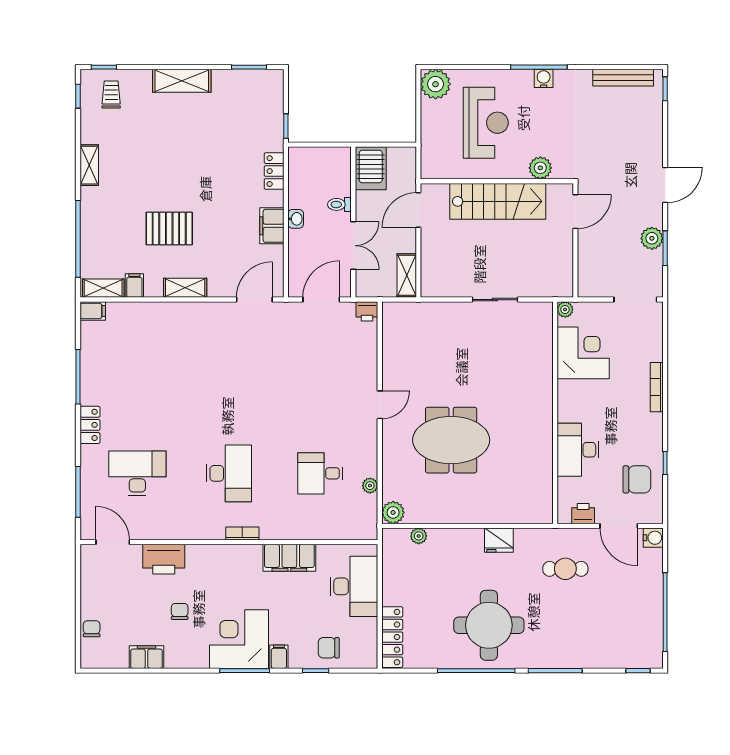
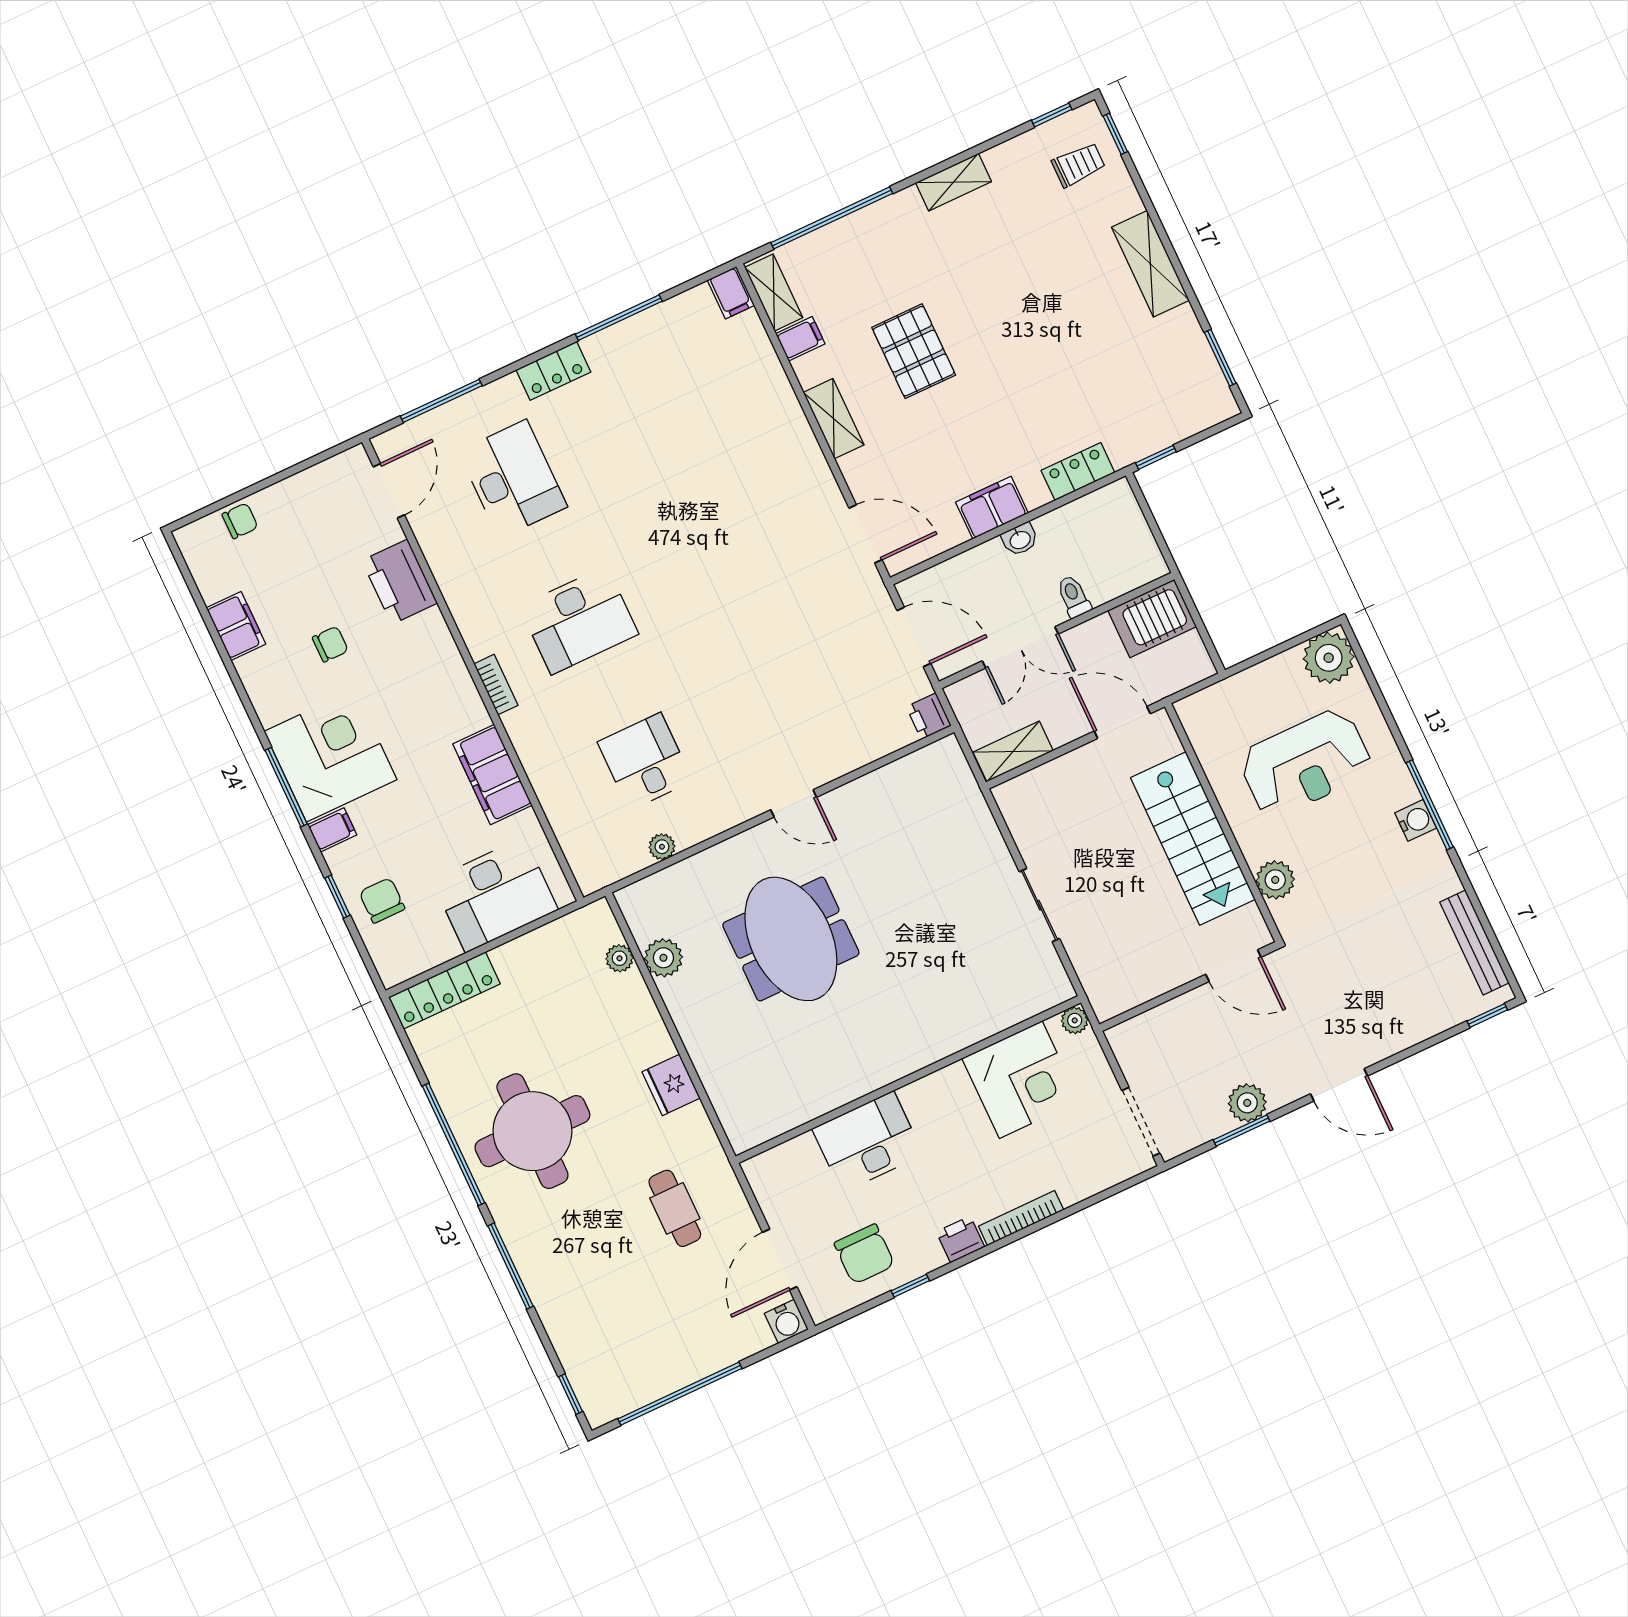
plant: (393, 512) -> (663, 958), moved
printer: (583, 514) -> (960, 1239), moved, turned -90

